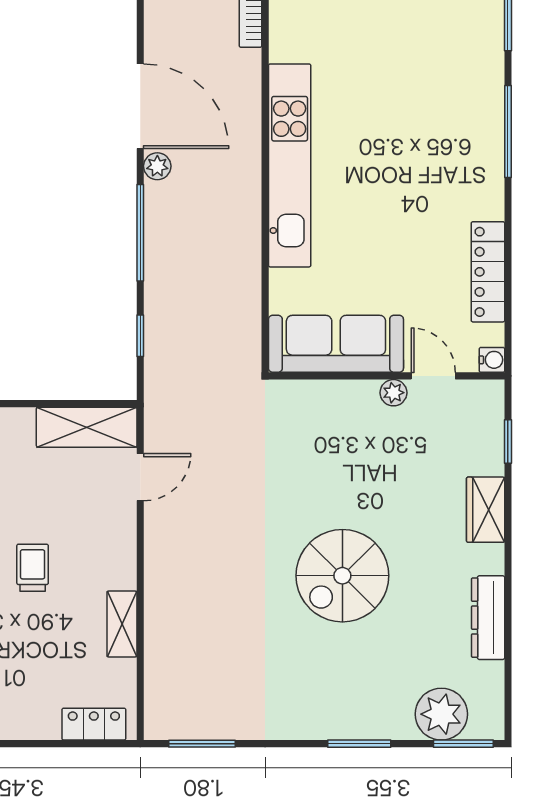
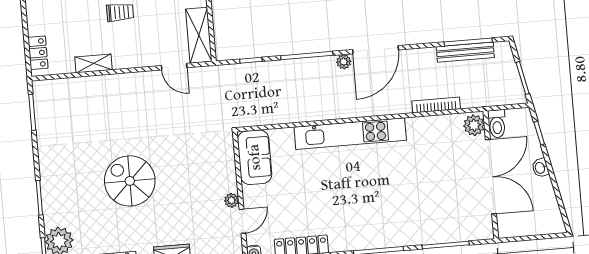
sofa: (336, 344) -> (255, 157), width x0.73

